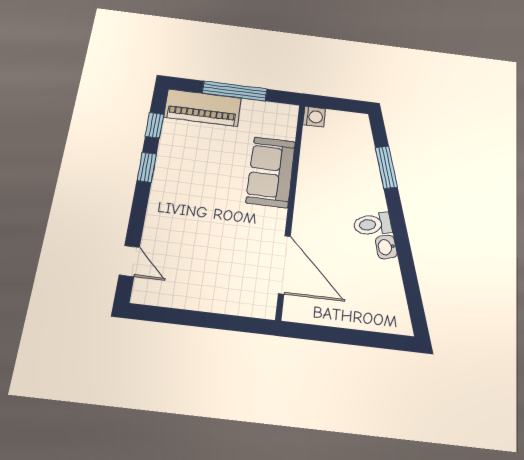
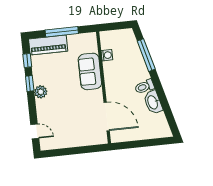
washing machine: (314, 117) -> (107, 55), moved
window: (386, 167) -> (146, 55), width x1.44
plant: (164, 188) -> (41, 92), added
washbasin: (386, 247) -> (153, 102), width x1.91, depth x1.45

